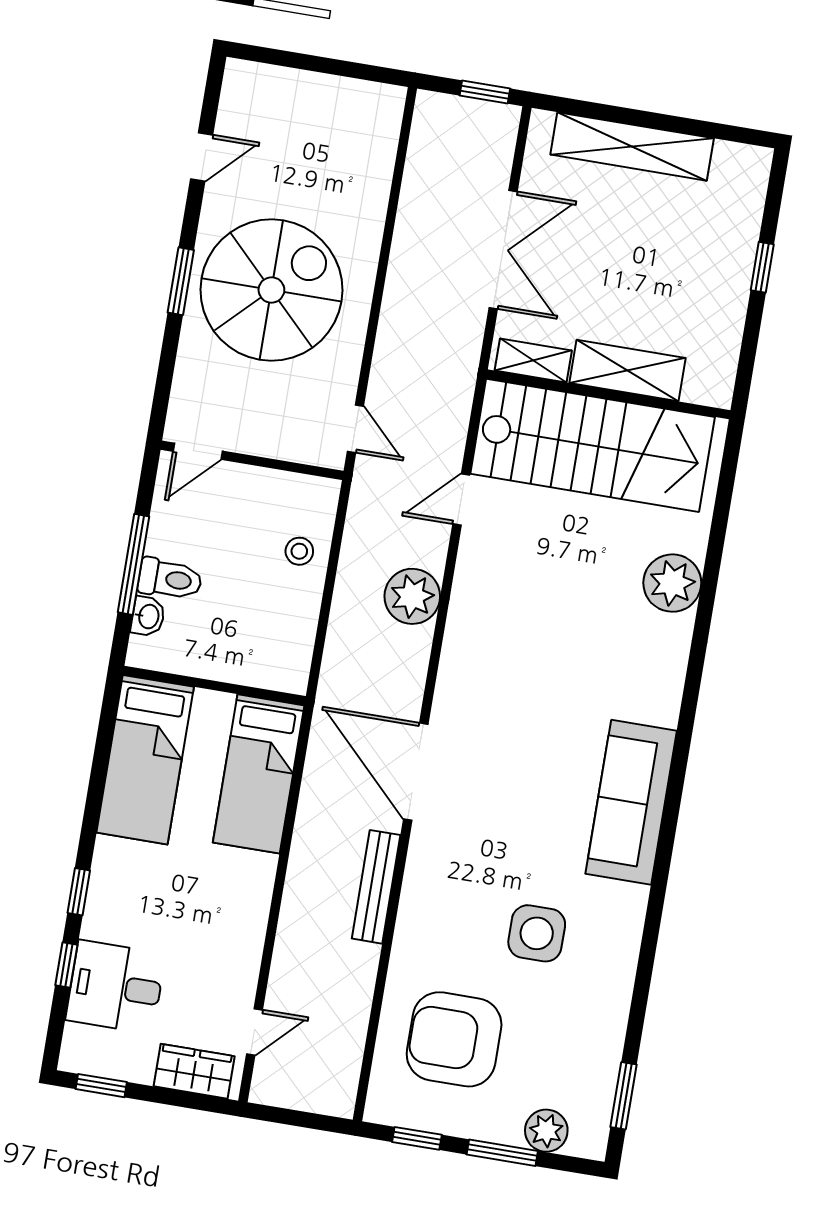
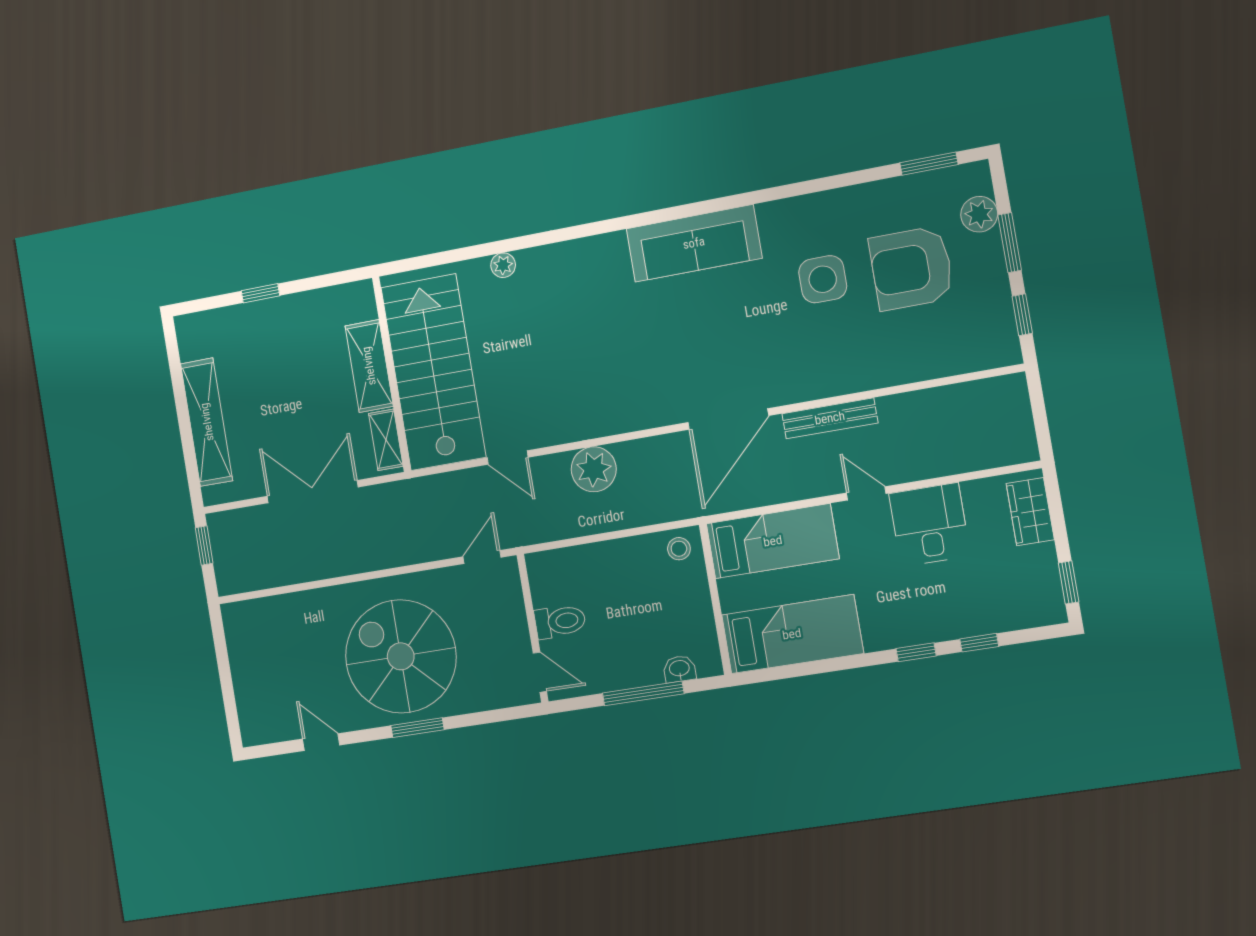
stool: (299, 551) -> (679, 549), moved
toilet: (170, 579) -> (560, 621), moved, turned 90
plant: (672, 583) -> (503, 265), width x0.53, depth x0.53
desk: (116, 987) -> (930, 525), moved, turned 180
door: (255, 1032) -> (866, 493), moved
armchair: (454, 1039) -> (911, 268), moved, turned 90

